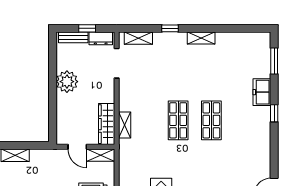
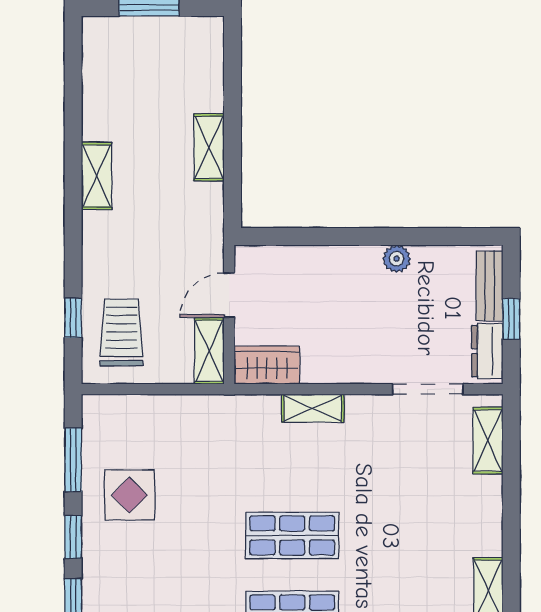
window: (170, 28) -> (511, 516), removed
plant: (67, 82) -> (397, 259), width x0.53, depth x0.53
wardrobe: (107, 124) -> (267, 365), width x0.67
shelving: (125, 125) -> (313, 408), moved

